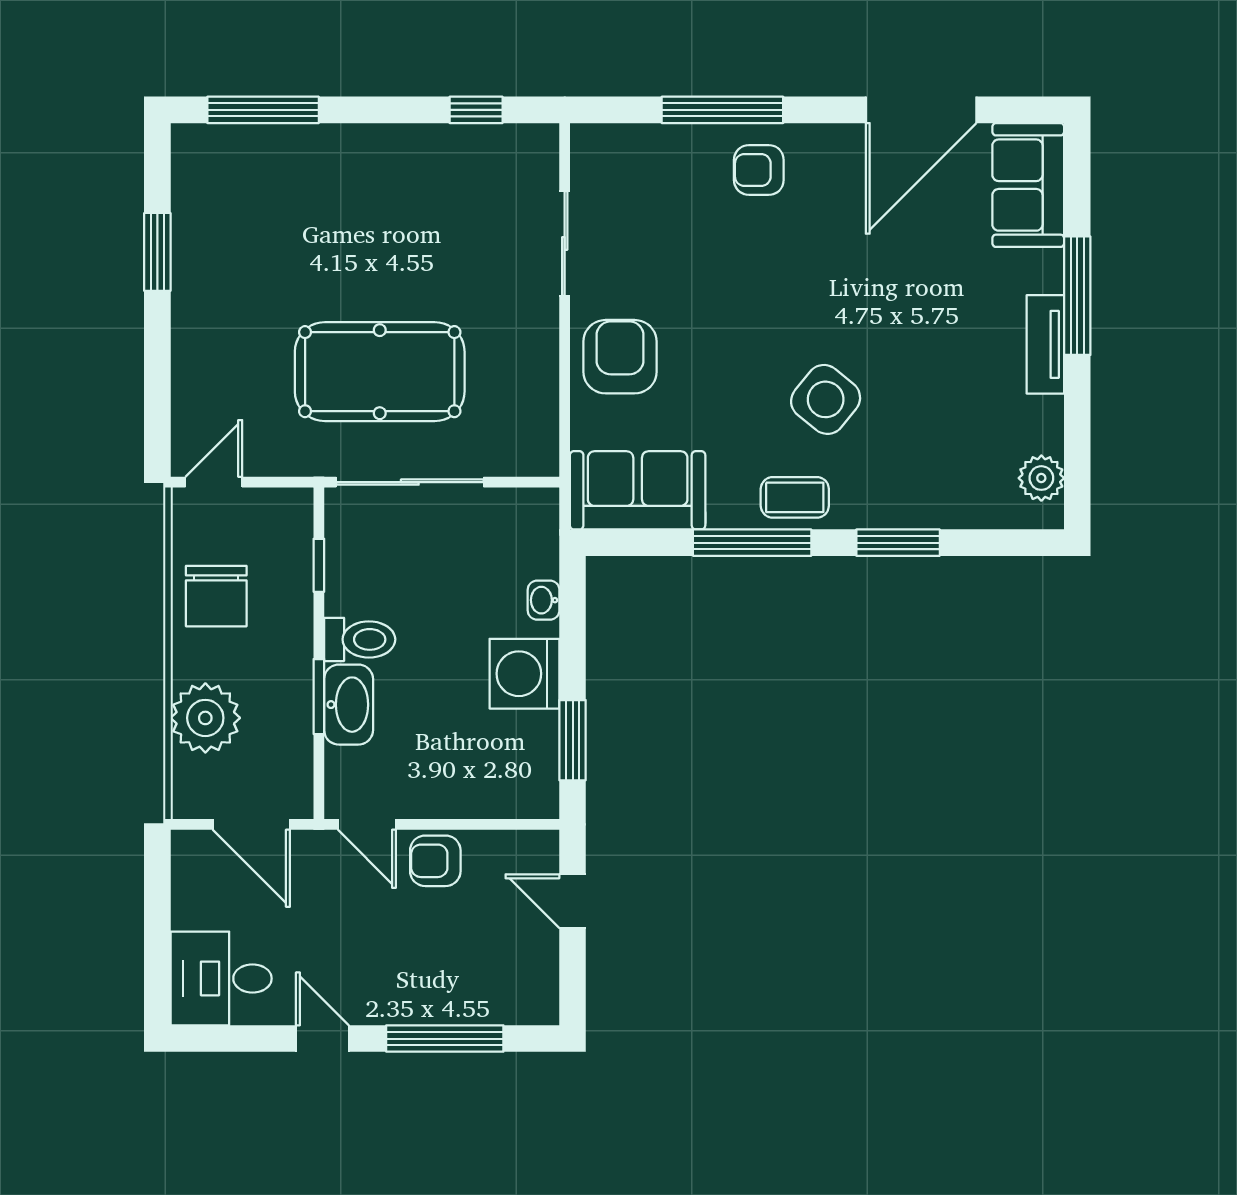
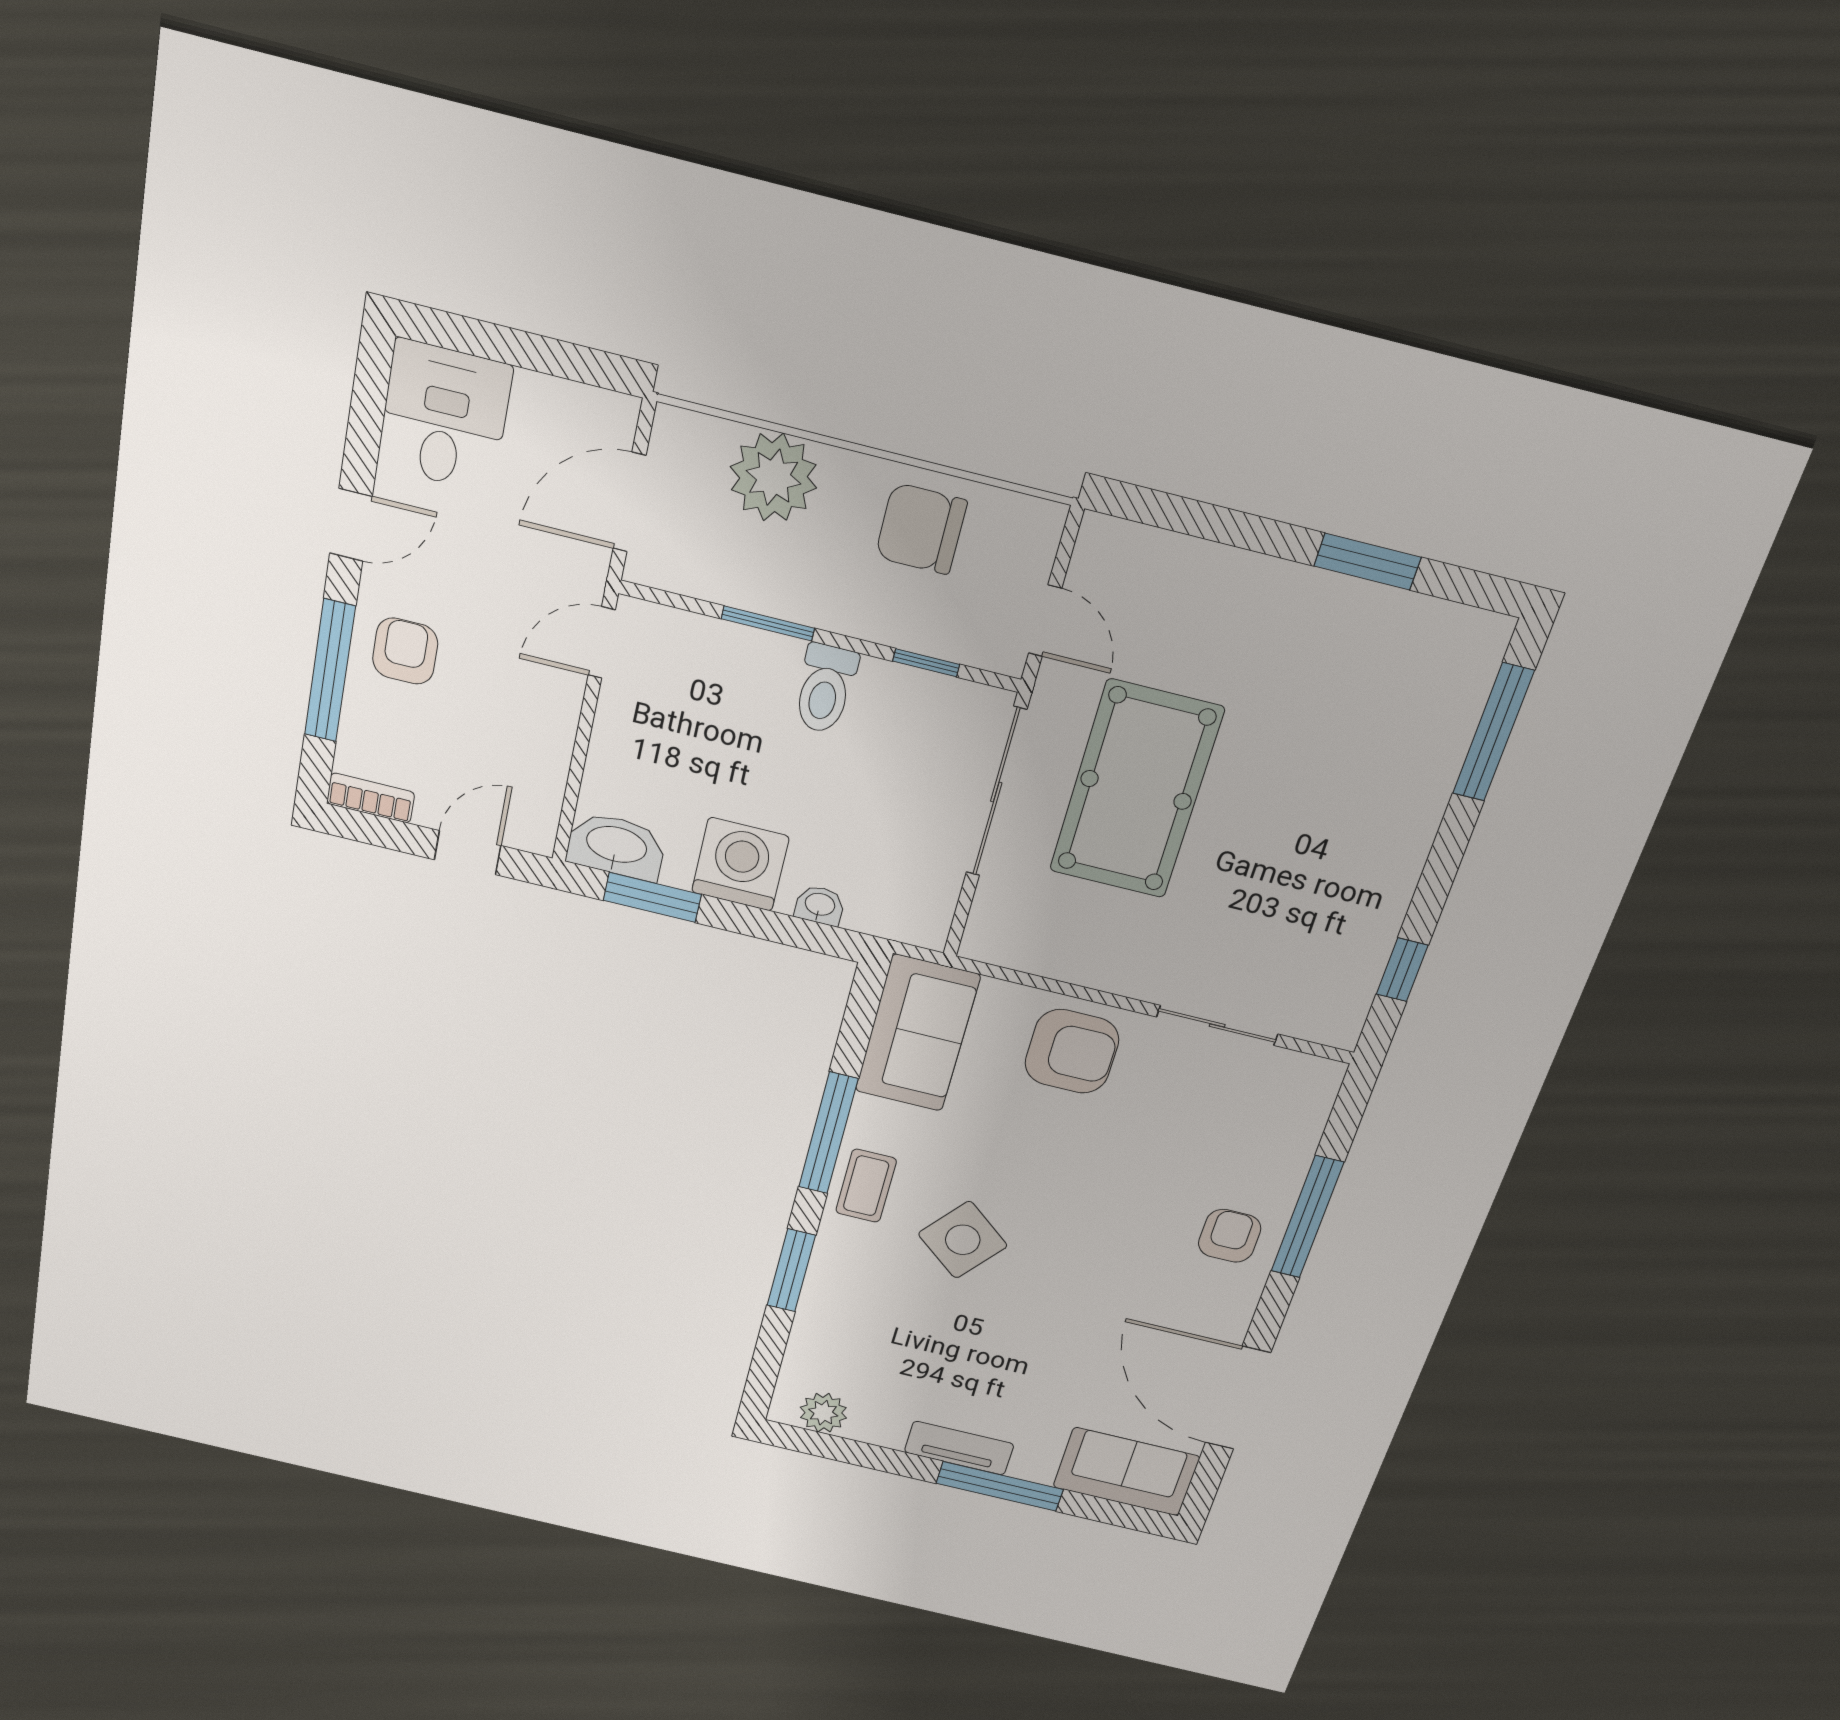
door: (214, 482) -> (1045, 621), moved
washbasin: (349, 705) -> (616, 846), moved, turned 180
armchair: (435, 861) -> (405, 651), moved
bookcase: (545, 989) -> (371, 798), added

